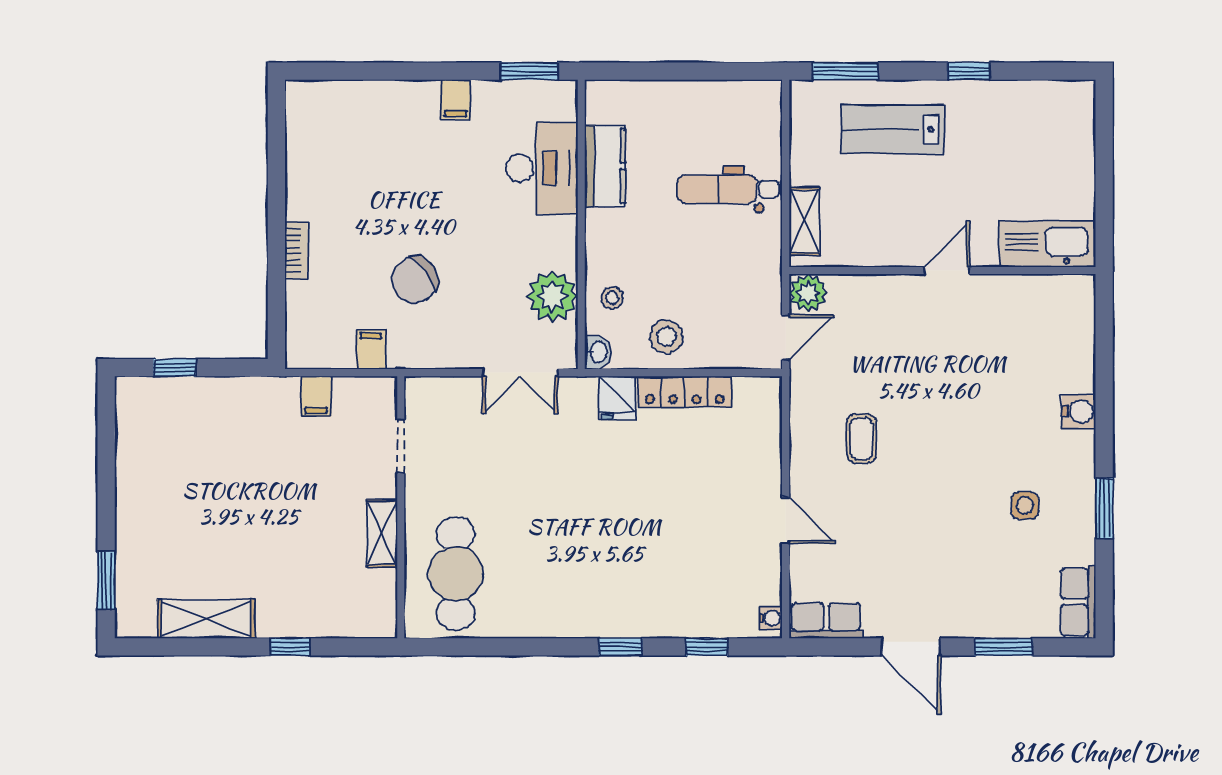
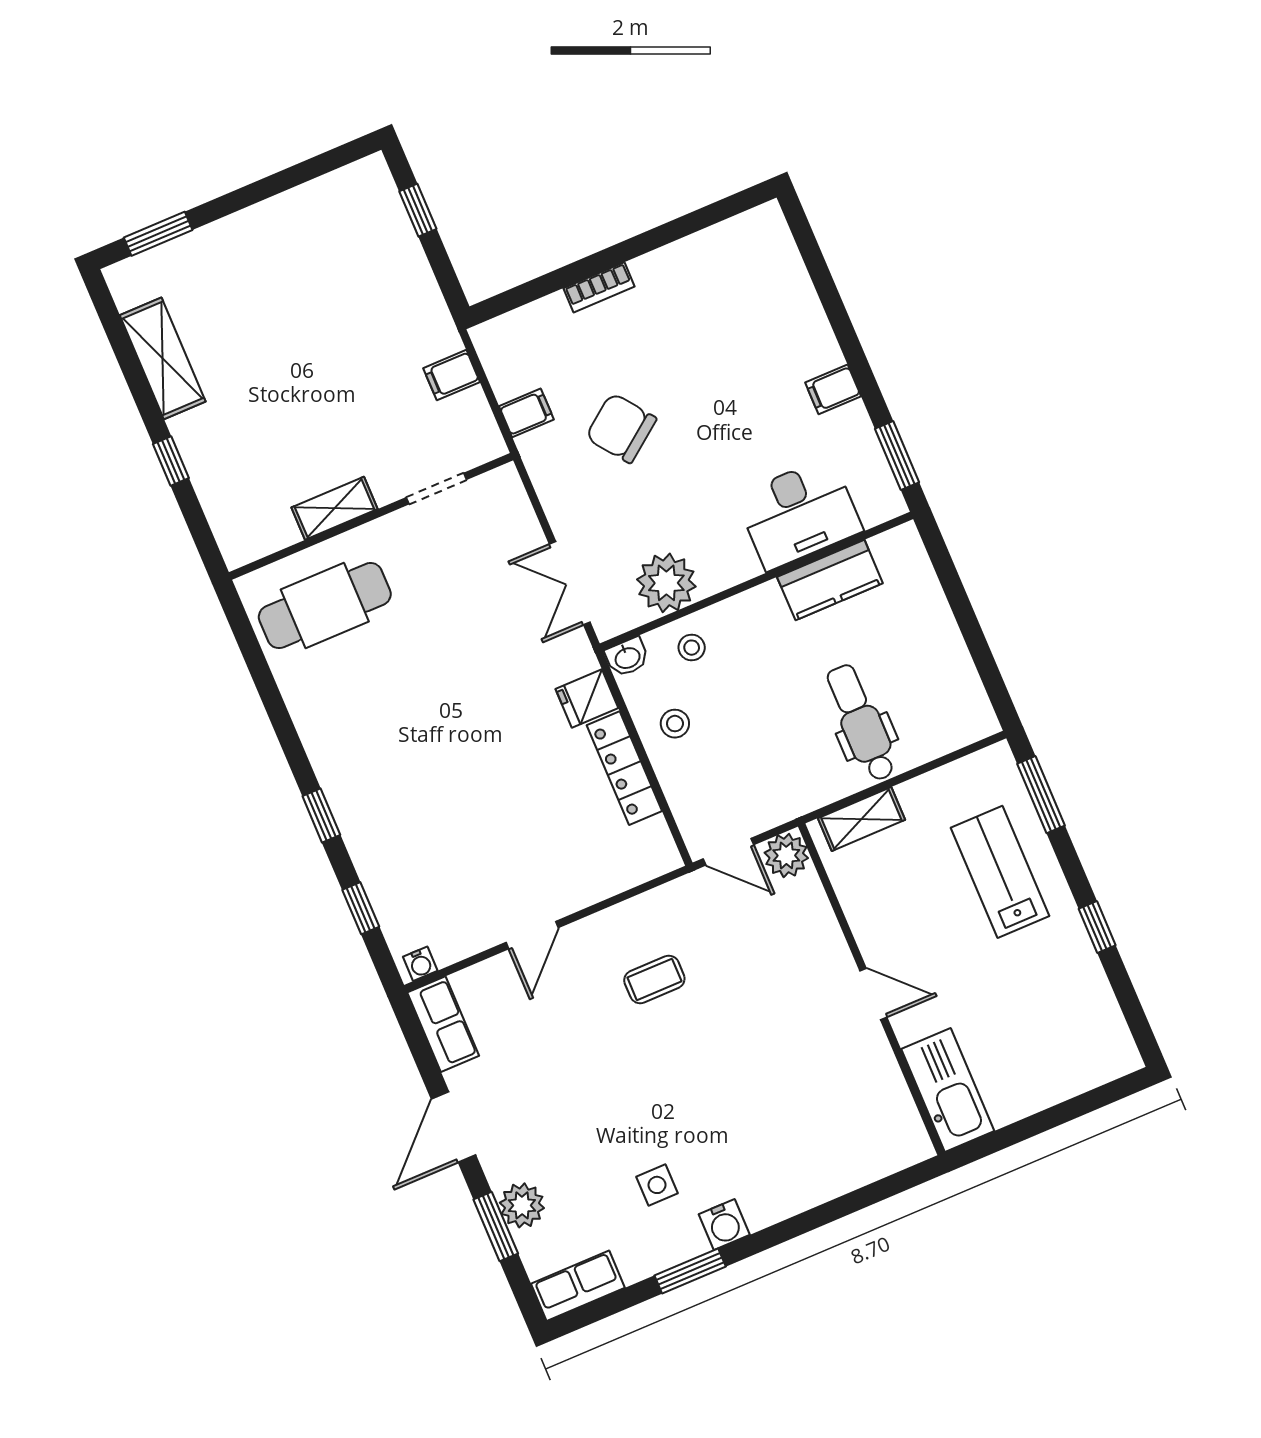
stool: (666, 337) -> (675, 724), width x0.73, depth x0.73
water cooler: (1079, 411) -> (724, 1225), moved
plant: (996, 619) -> (522, 1205), added

